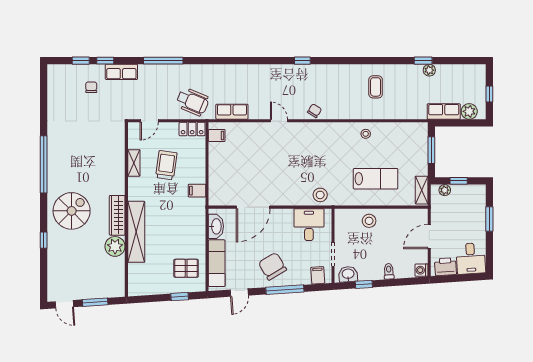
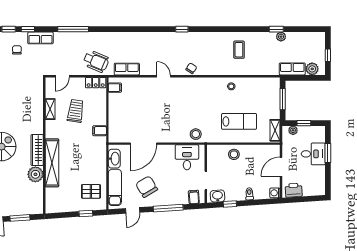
desk: (471, 258) -> (313, 154), moved, turned -86
chair: (272, 266) -> (147, 187), moved

